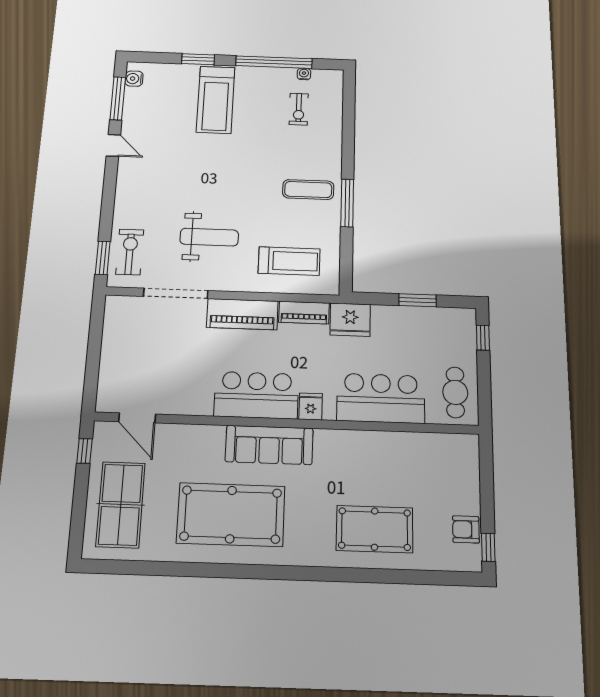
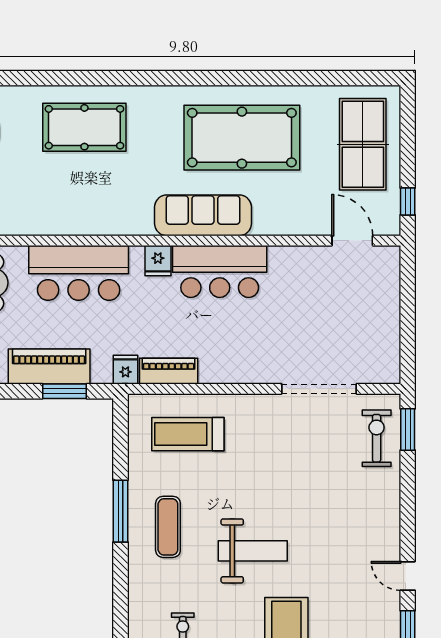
exercise mat: (308, 190) -> (168, 527), turned 90
weight bench: (209, 237) -> (253, 551), moved, turned 180
exercise bike: (130, 252) -> (377, 438), turned 180
window: (417, 300) -> (64, 391), moved
piano: (242, 314) -> (49, 366), moved
fridge: (350, 320) -> (125, 370), width x0.53, depth x0.75

